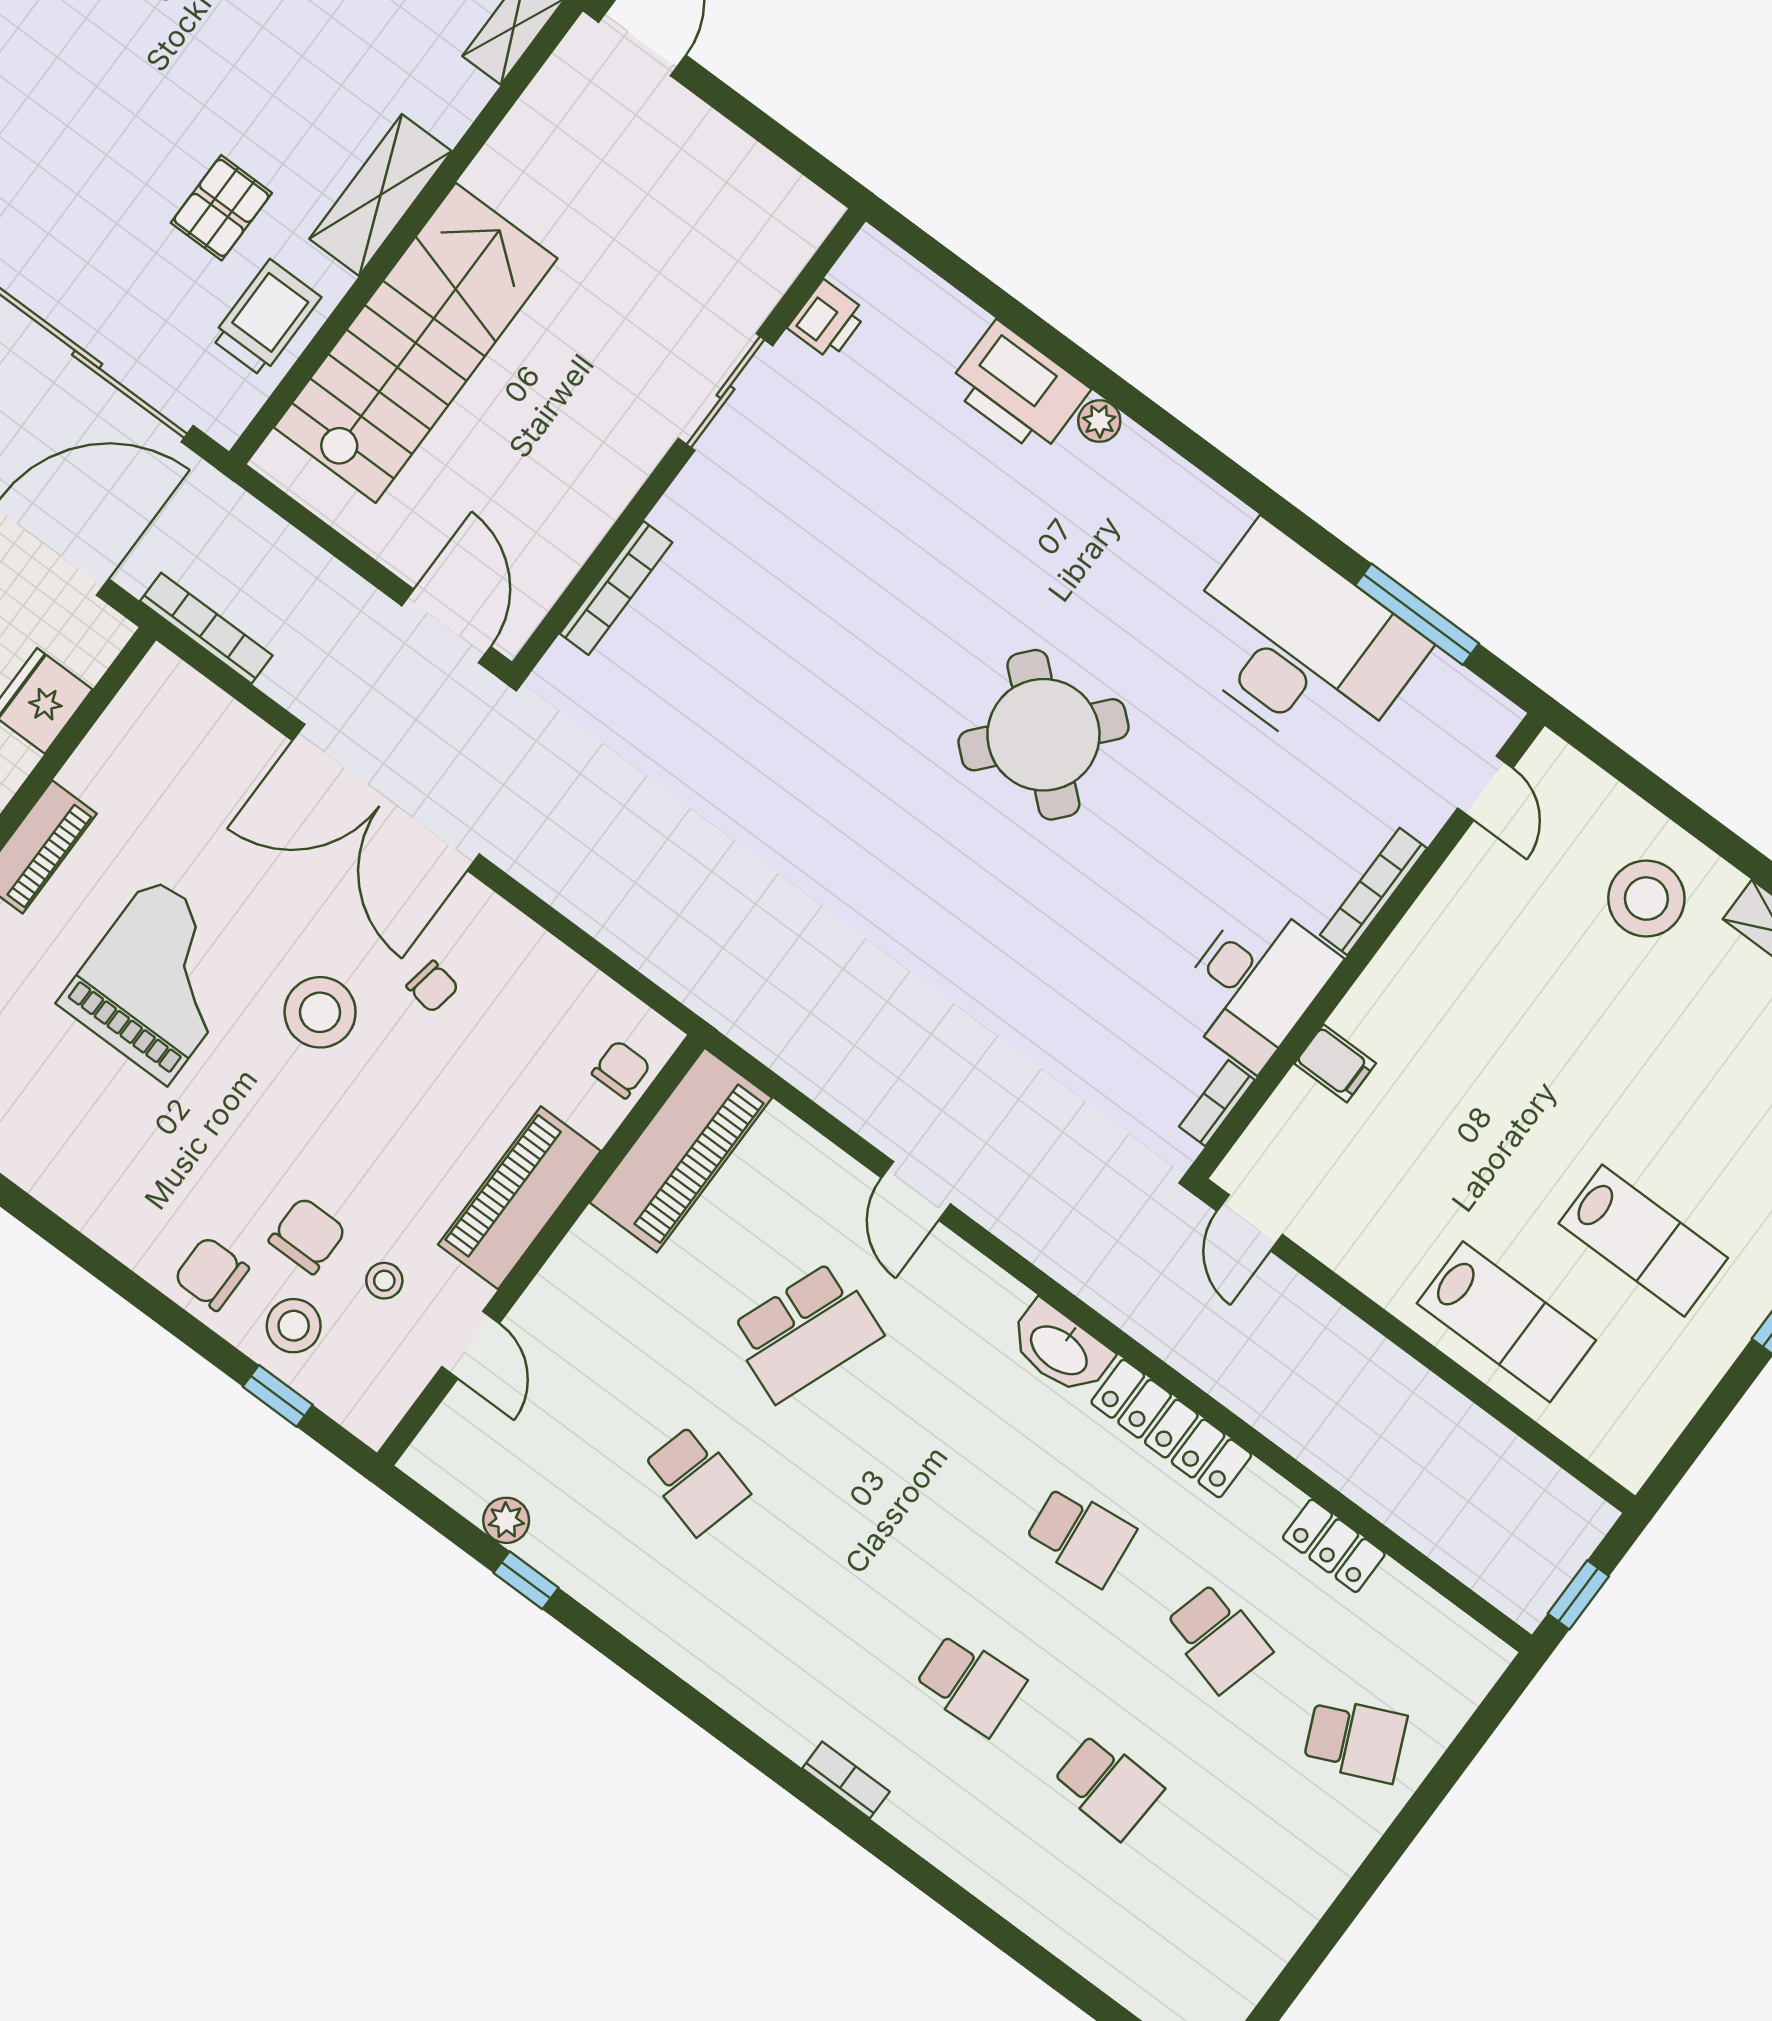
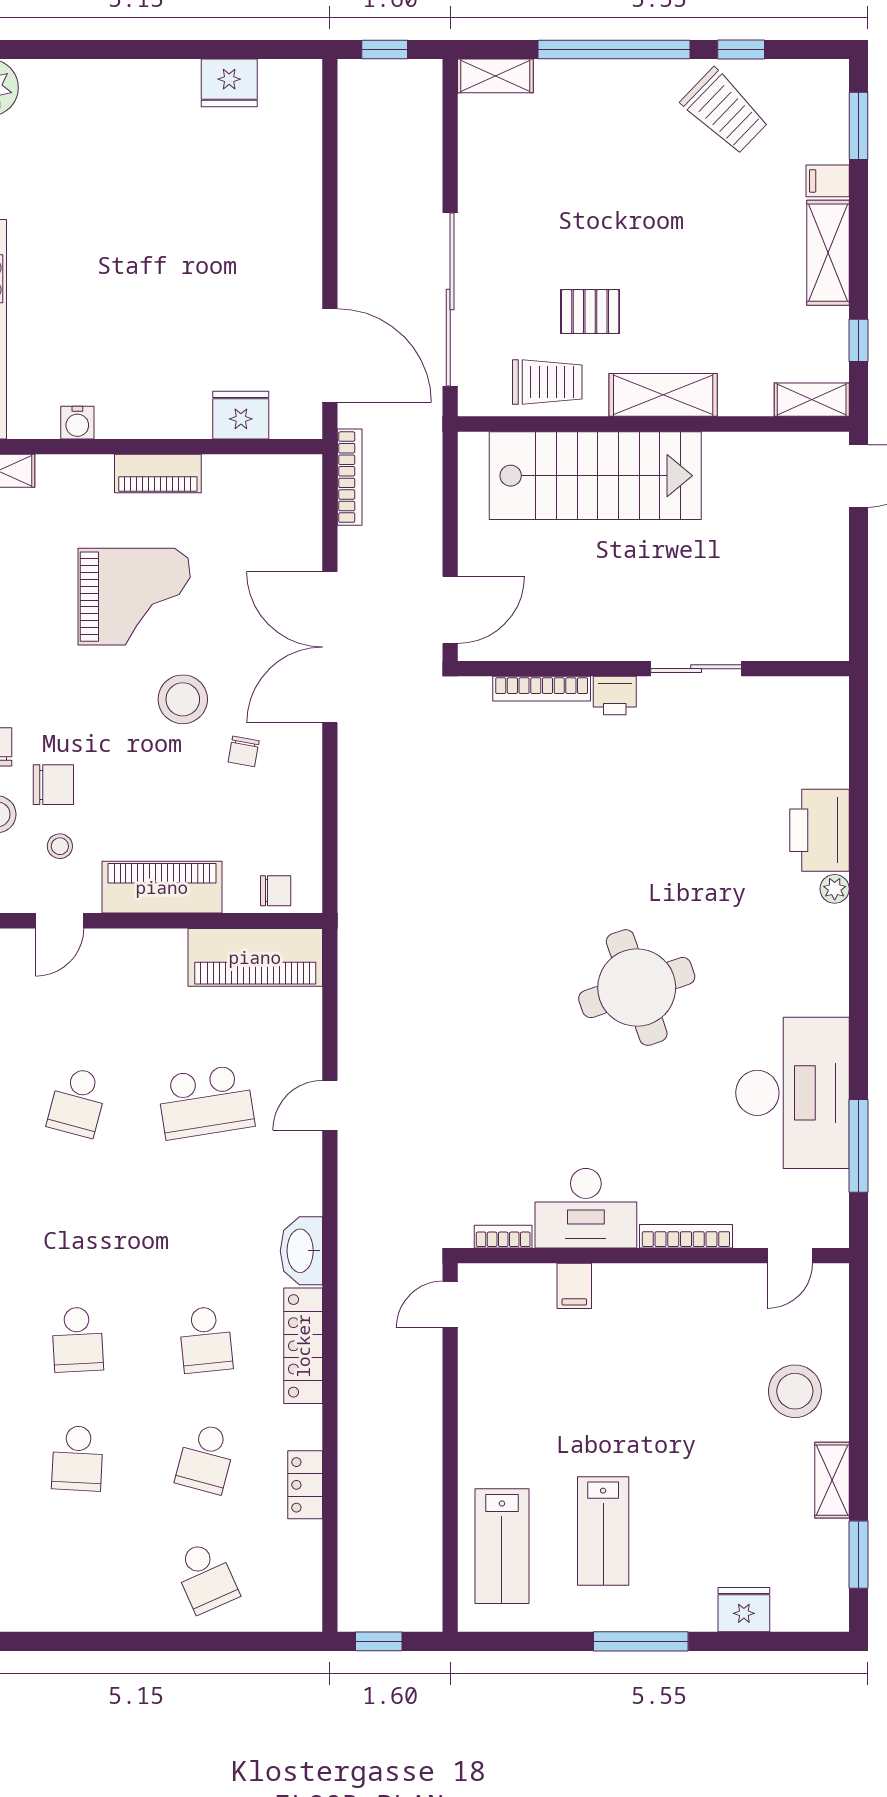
printer: (827, 320) -> (615, 696), moved
round table: (1043, 735) -> (637, 988), turned 30
lab bench: (1506, 1322) -> (502, 1546), moved
school desk: (806, 1332) -> (206, 1102), turned -30

